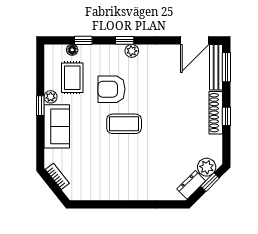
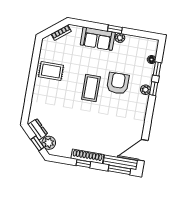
window: (125, 40) -> (154, 89), moved
door: (195, 40) -> (143, 150), hinge flipped
plant: (132, 51) -> (146, 90), moved
rug: (72, 78) -> (51, 71), moved

